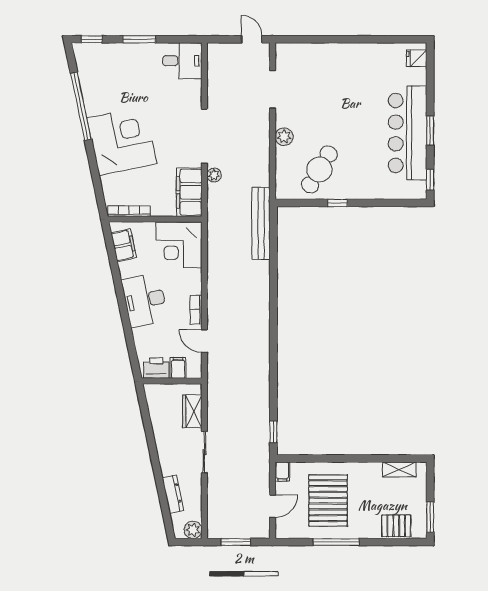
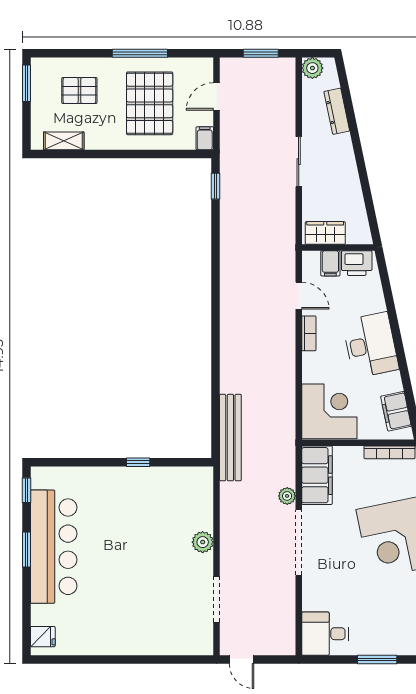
cafe table: (319, 169) -> (160, 503), removed
wardrobe: (192, 411) -> (325, 233), moved, turned -90
pallet: (396, 526) -> (79, 91), moved

